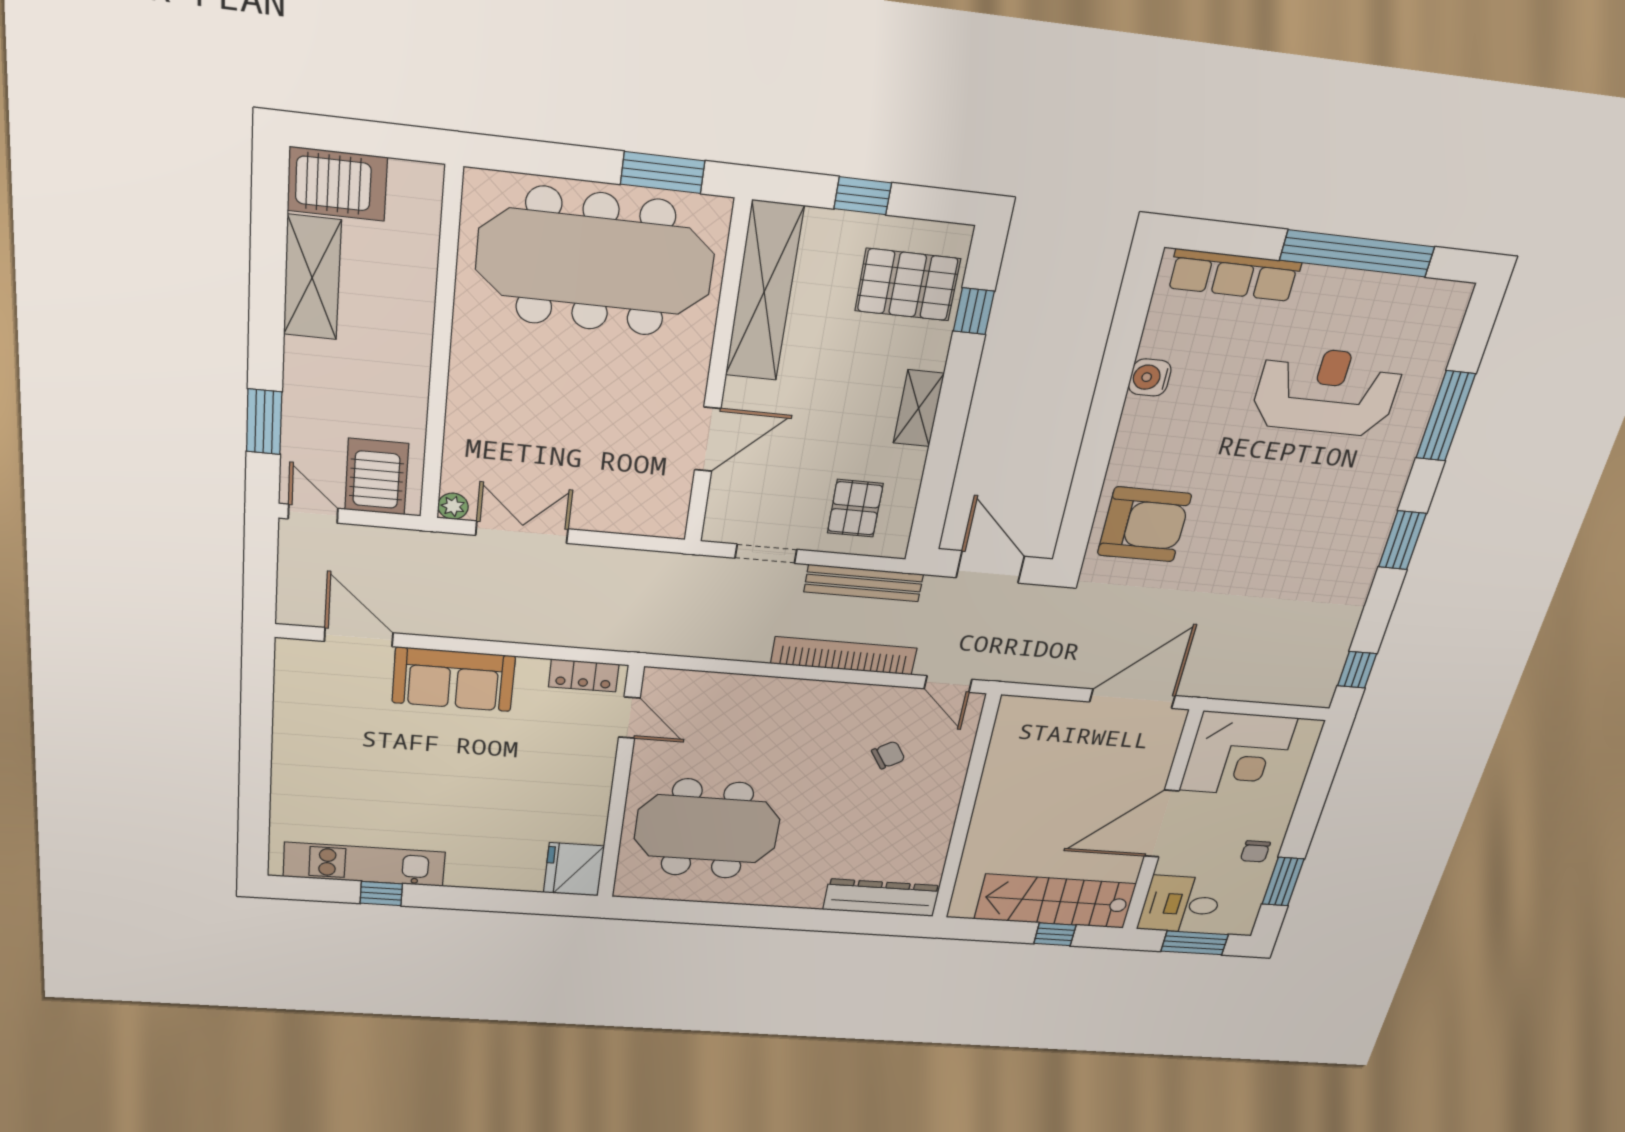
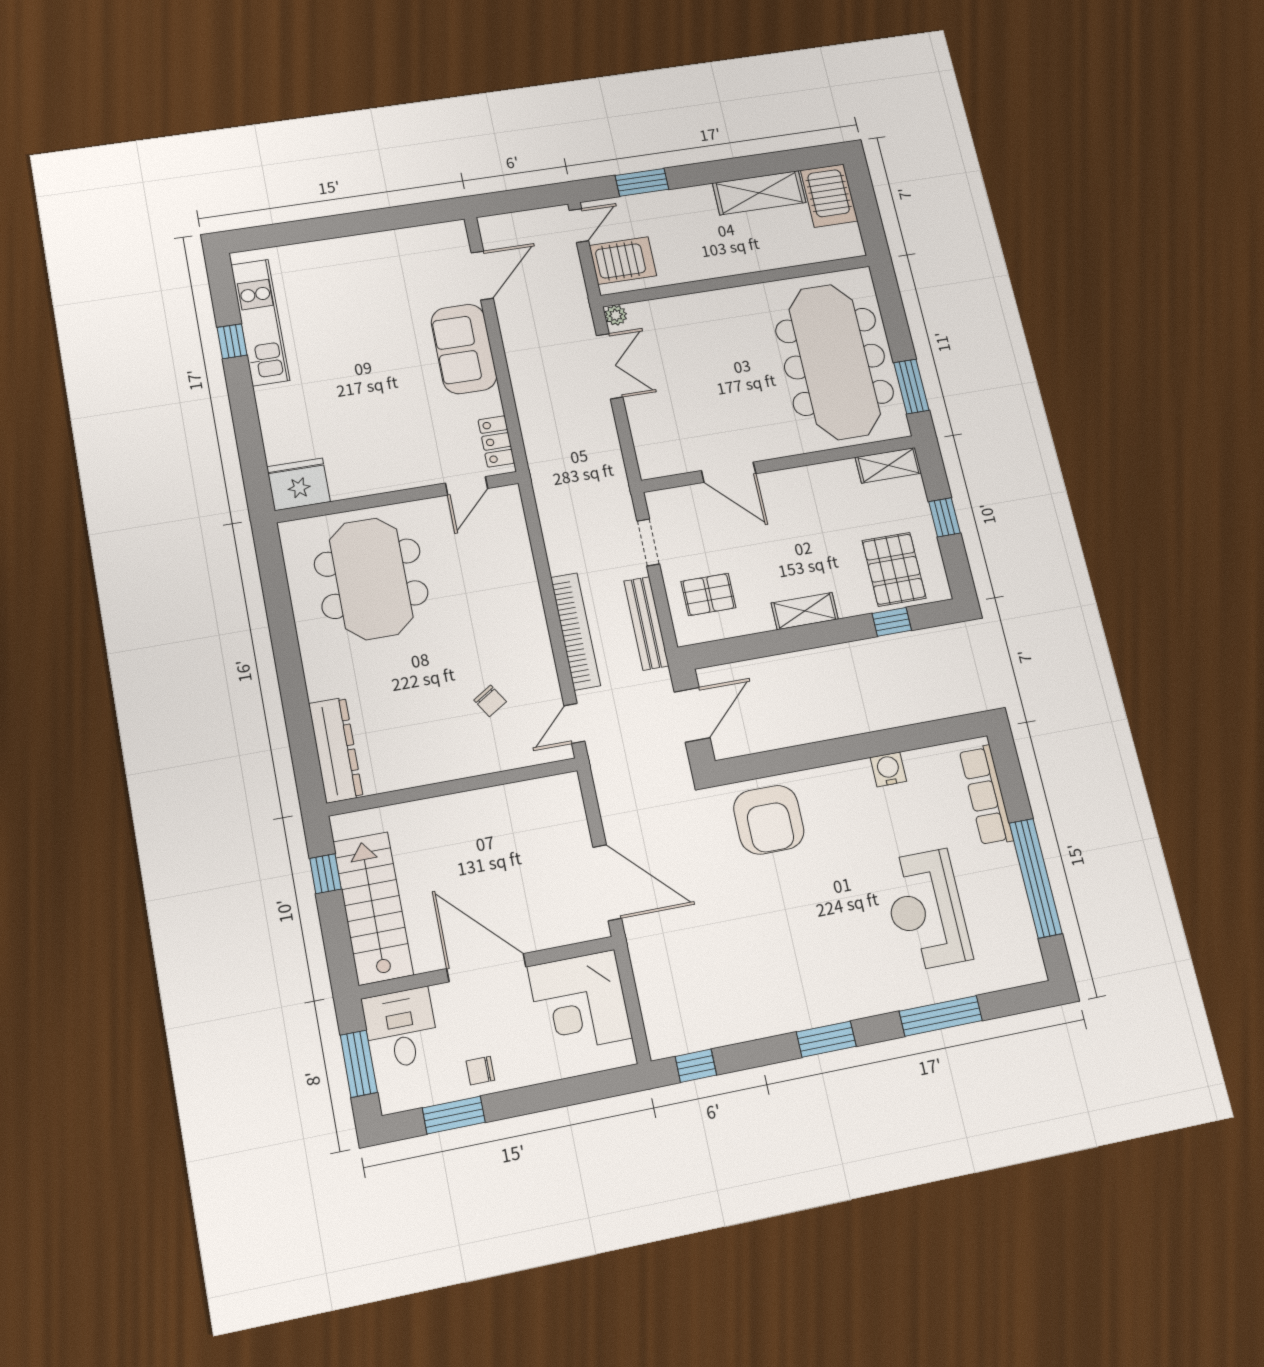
shelving: (764, 292) -> (888, 465), width x0.45, depth x0.75
reception desk: (1327, 391) -> (926, 910), turned 180
window: (1055, 934) -> (325, 874), moved

